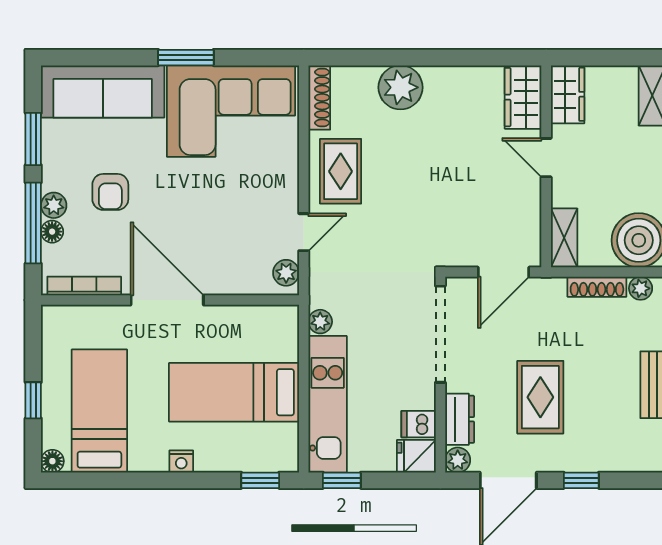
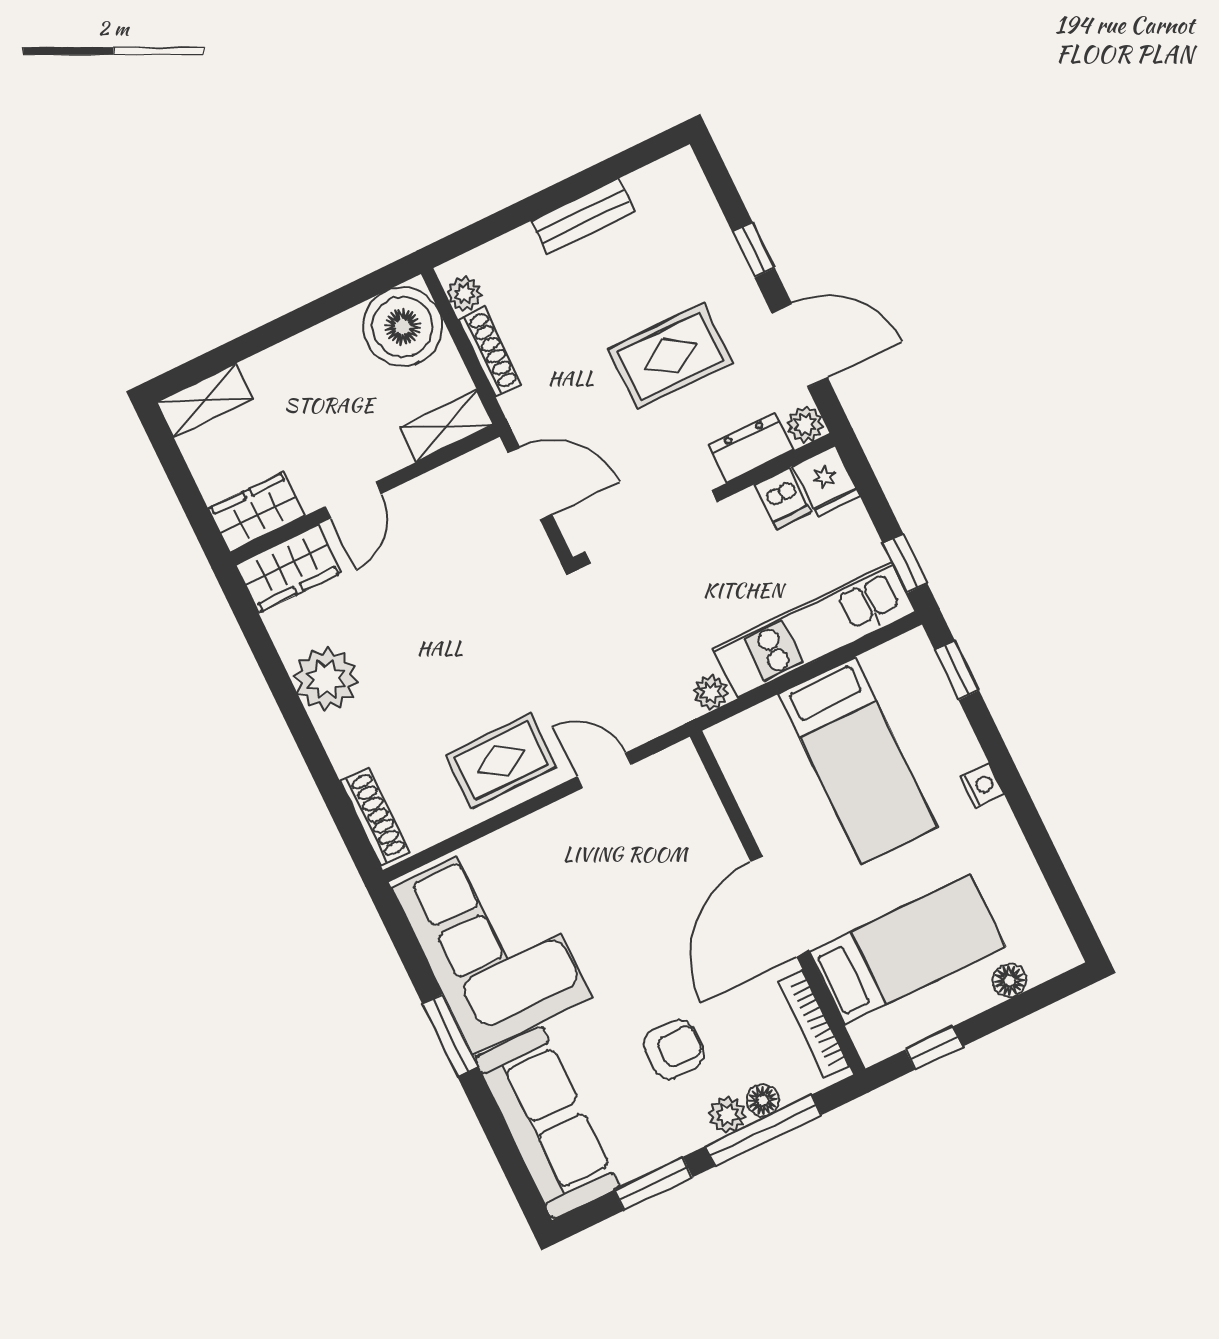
plant: (400, 87) -> (326, 679), moved
shoe rack: (319, 98) -> (375, 817), moved, turned 90
plant: (286, 273) -> (669, 768), removed
window: (33, 400) -> (934, 1048), moved
bed: (99, 411) -> (907, 949), moved, turned 180
floor lamp: (52, 461) -> (1010, 981), moved

